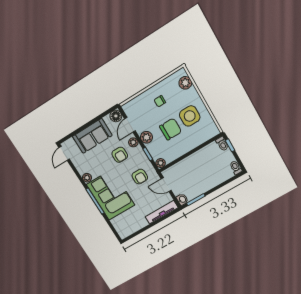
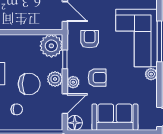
chair: (171, 129) -> (29, 84), moved, turned 180
armchair: (120, 155) -> (97, 78), turned 90
plant: (161, 163) -> (51, 46), width x1.87, depth x1.87

